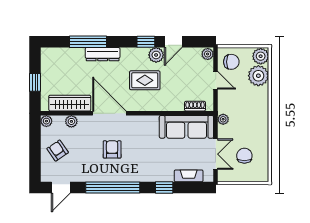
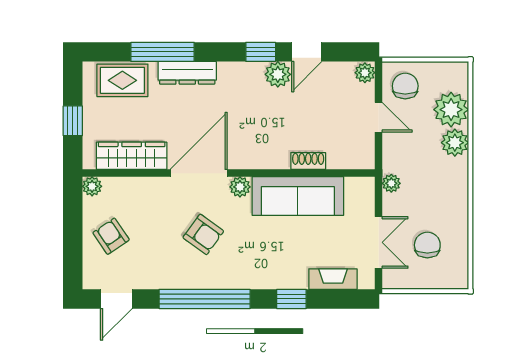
plant: (261, 56) -> (455, 143), moved
chair: (231, 62) -> (405, 86), turned -90
rug: (145, 80) -> (122, 80), moved
shoe rack: (195, 106) -> (308, 161), moved
door: (109, 113) -> (199, 173), hinge flipped
plant: (71, 121) -> (240, 187), moved
sofa: (186, 127) -> (298, 196), moved
armchair: (112, 149) -> (203, 234), turned 126

